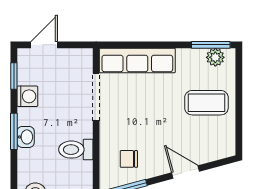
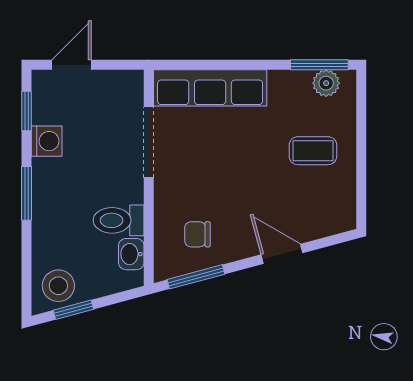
coffee table: (206, 103) -> (313, 151), width x0.73, depth x0.77
washbasin: (26, 137) -> (131, 254), moved, turned 180

